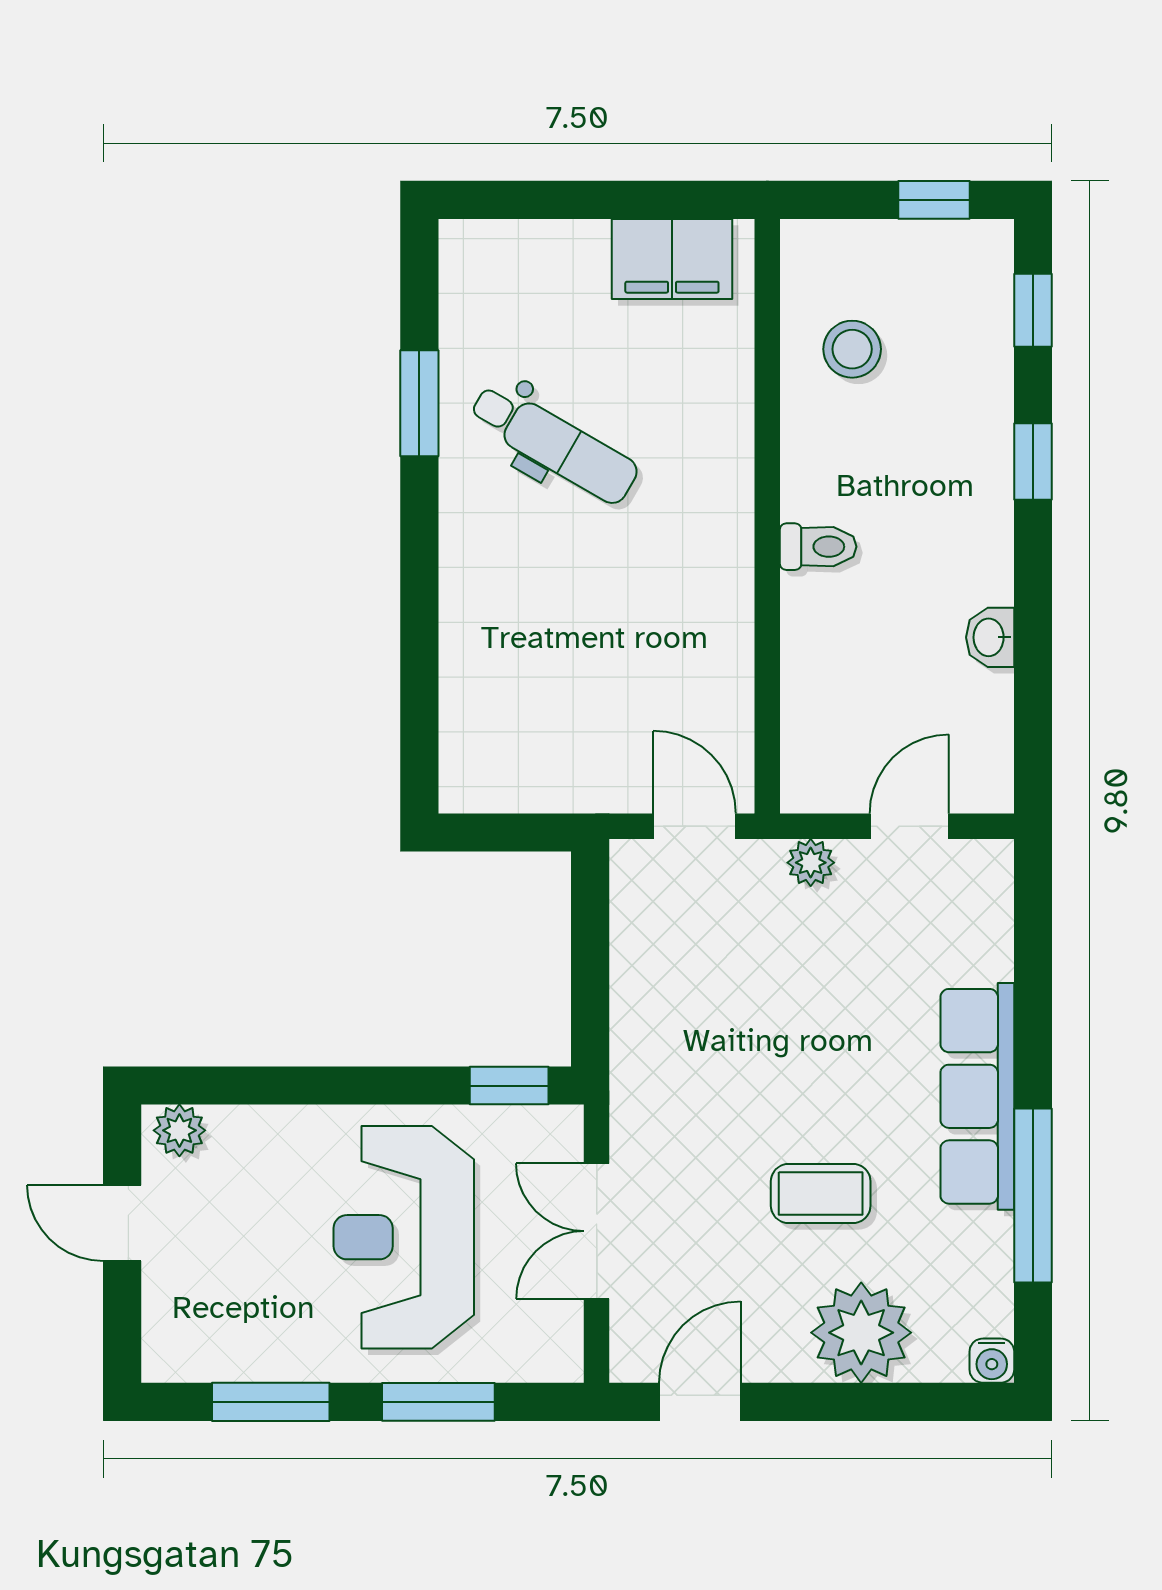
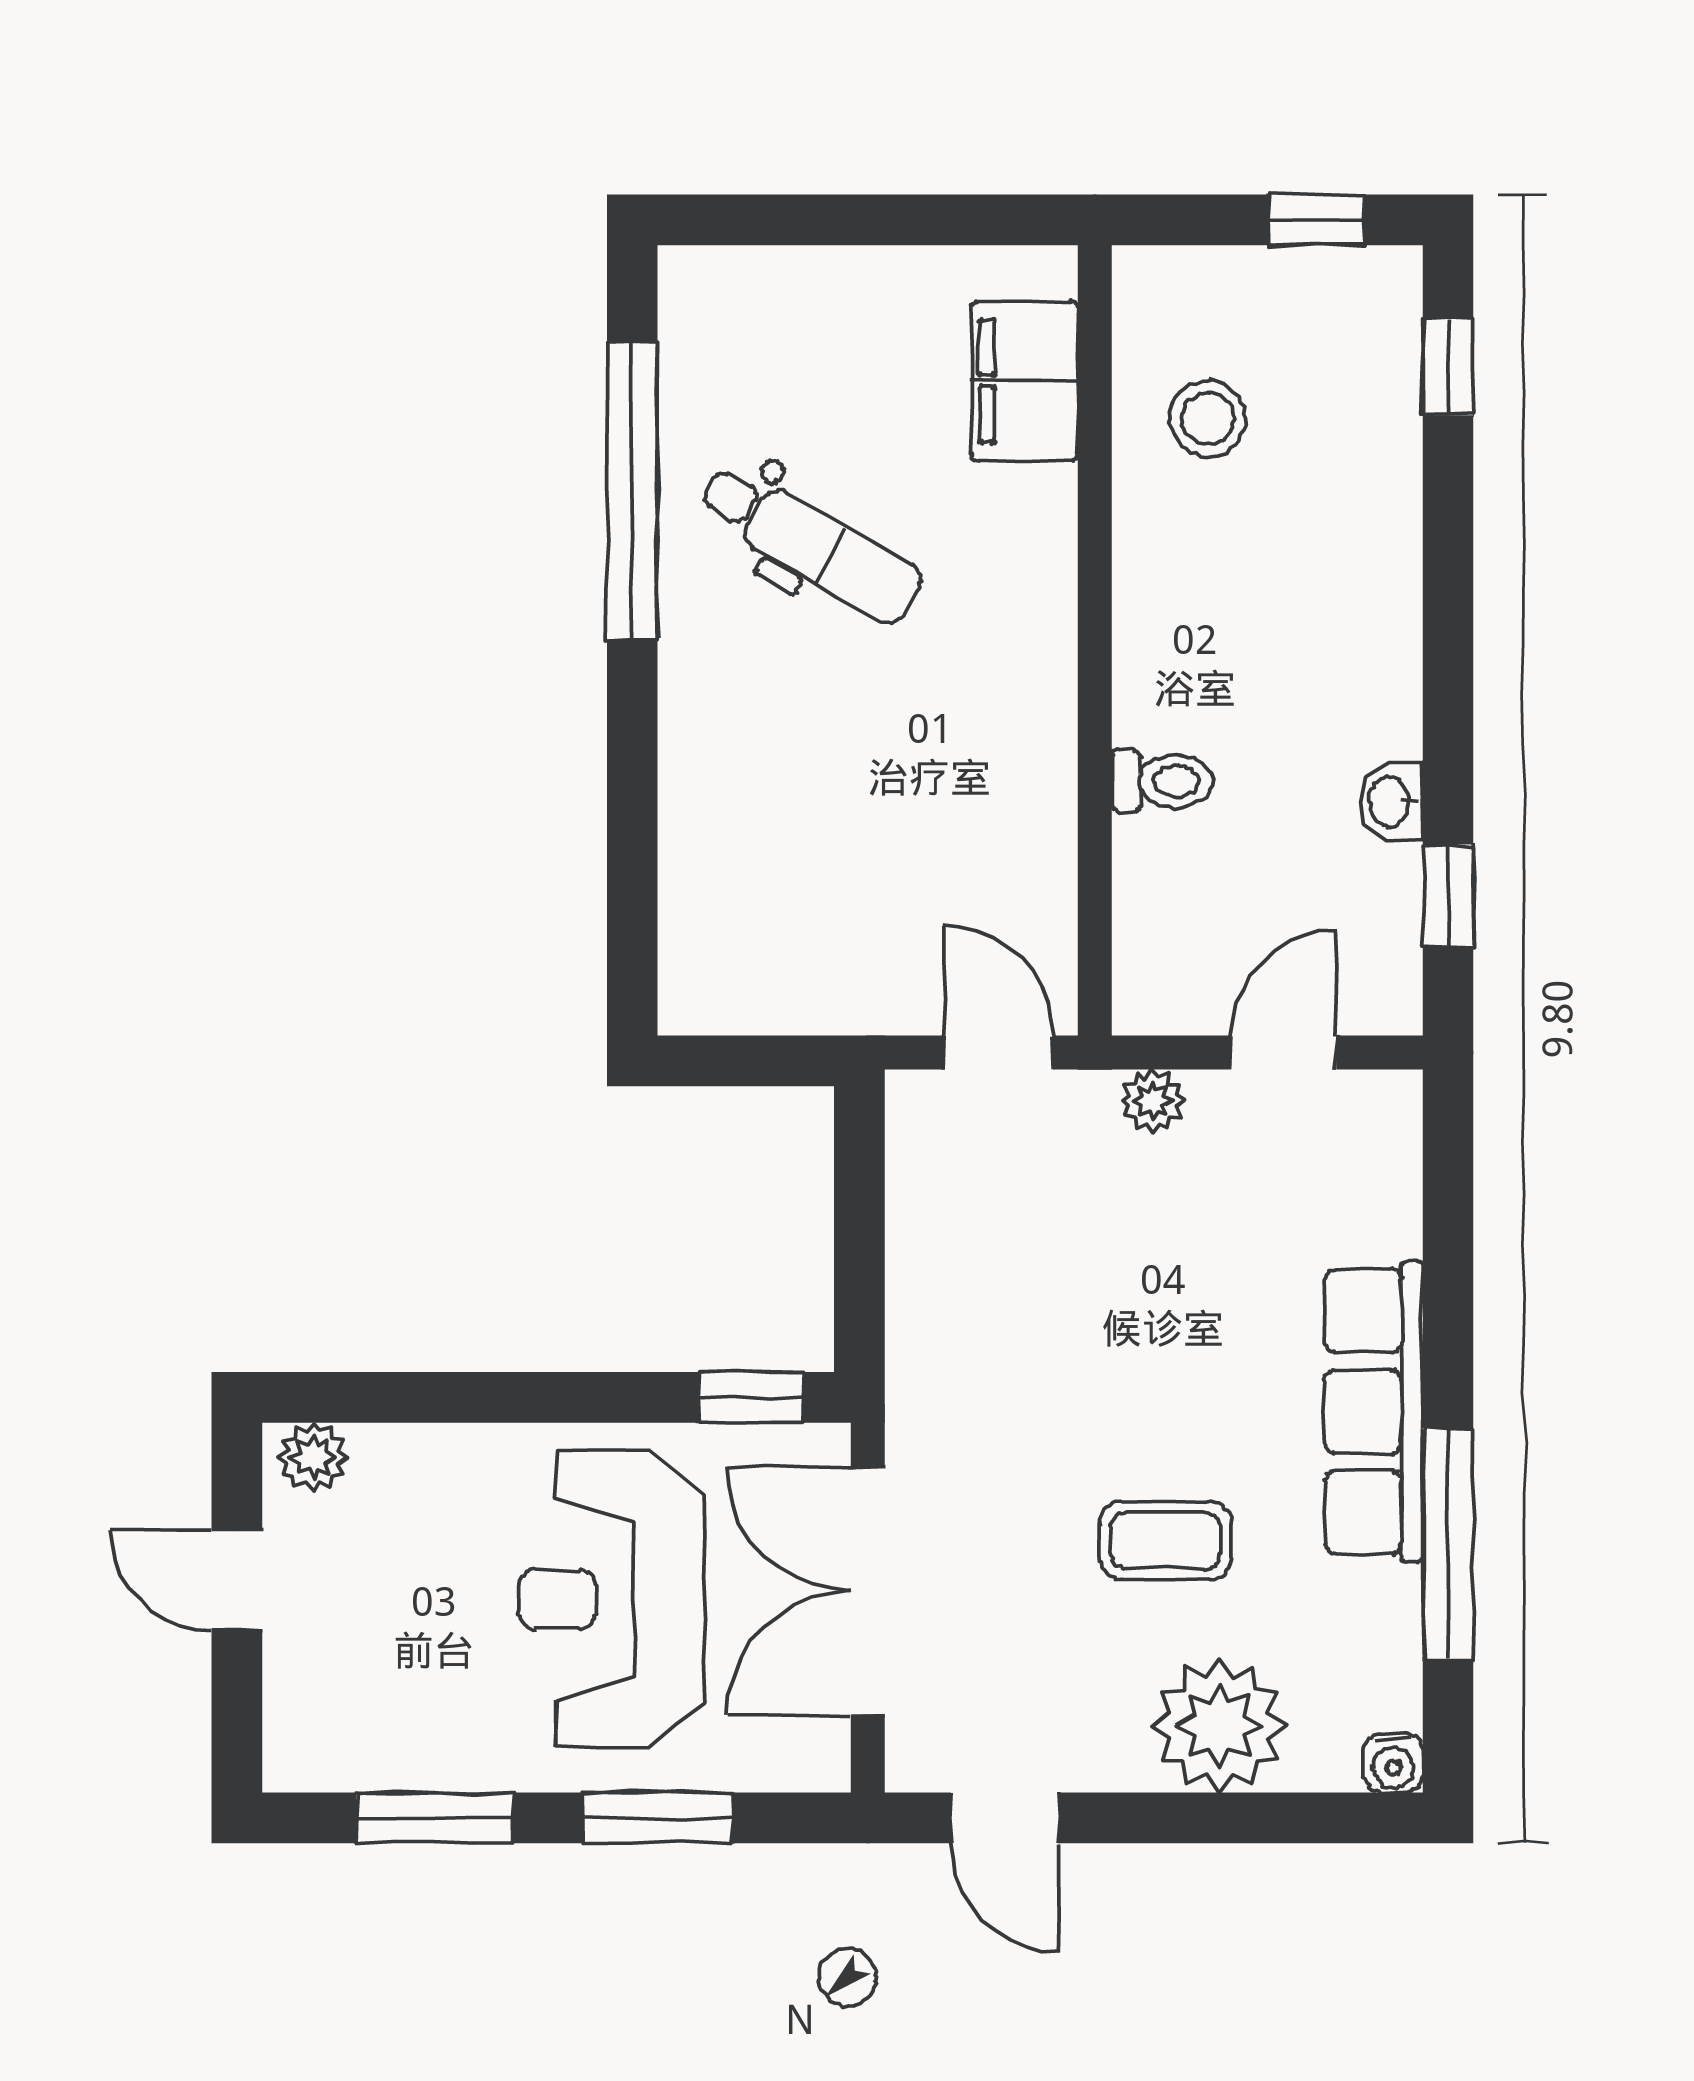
filing cabinet: (672, 259) -> (1025, 381), moved, turned 90
window: (419, 403) -> (632, 490), width x2.11
window: (1033, 461) -> (1448, 895), moved
toilet: (818, 547) -> (1162, 781), moved
double door: (597, 1231) -> (868, 1591), width x1.37
door: (700, 1402) -> (1005, 1818), swing flipped

